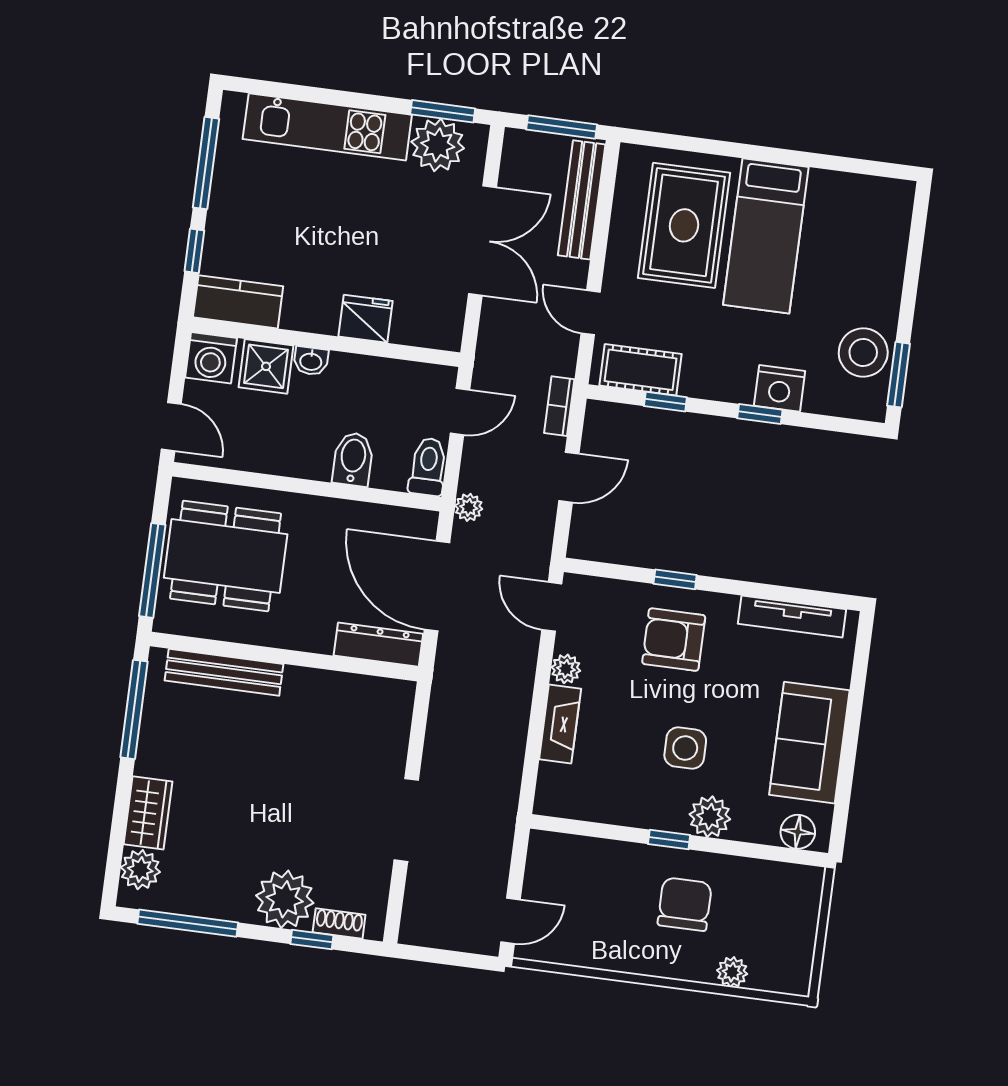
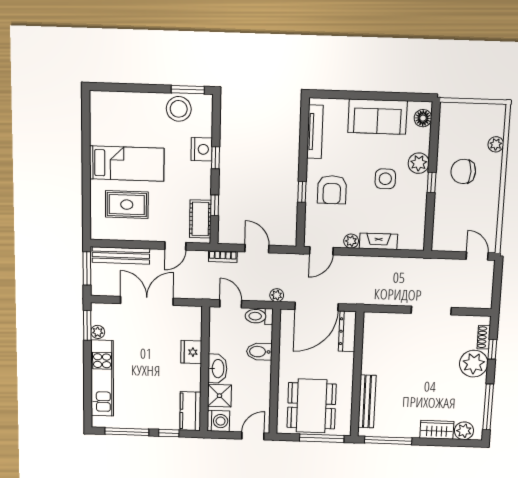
plant: (438, 145) -> (98, 332), width x0.53, depth x0.53
rug: (684, 225) -> (127, 205), width x0.73, depth x0.70
washbasin: (311, 361) -> (217, 369), width x1.91, depth x1.45

